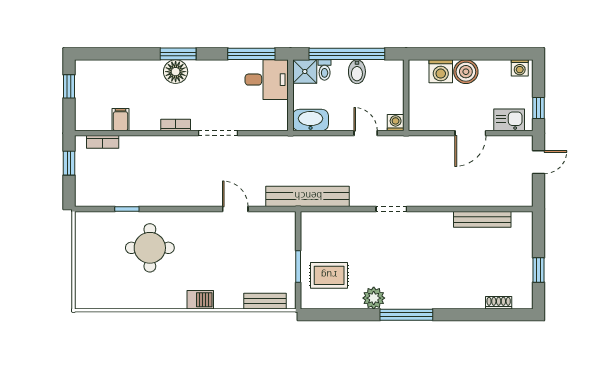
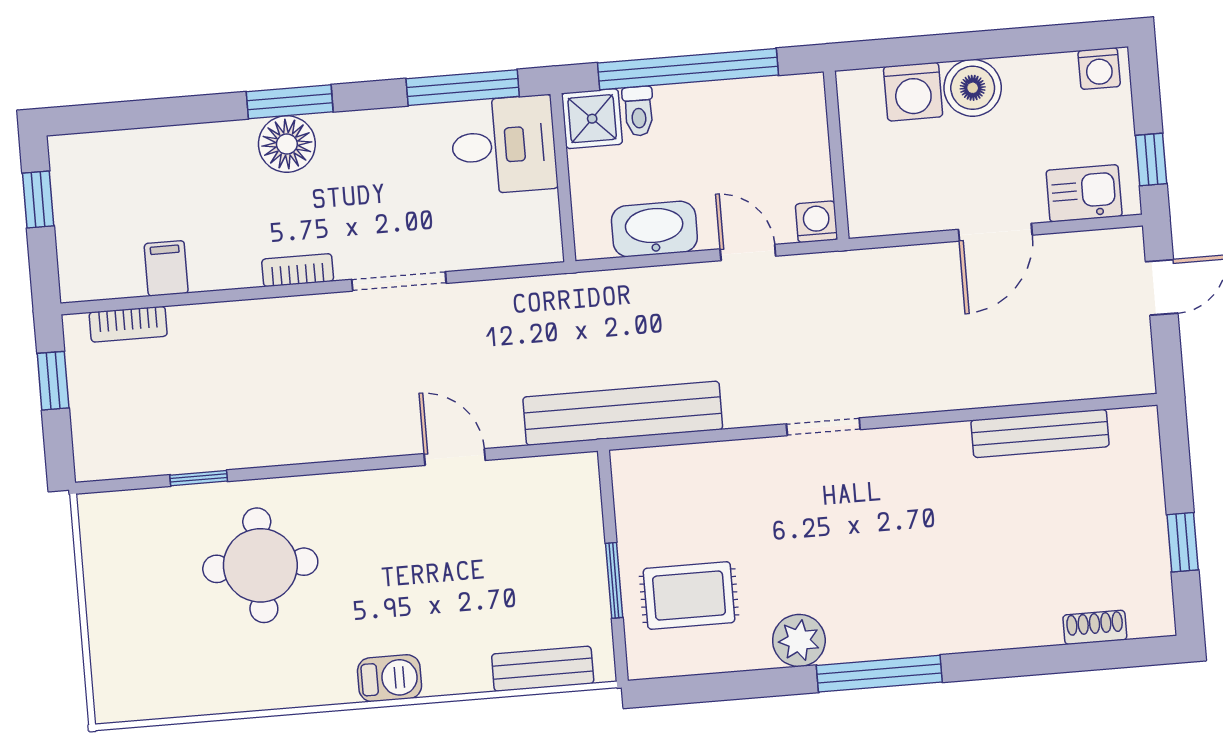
bidet: (357, 72) -> (715, 109), removed
washbasin: (311, 120) -> (654, 229), moved

